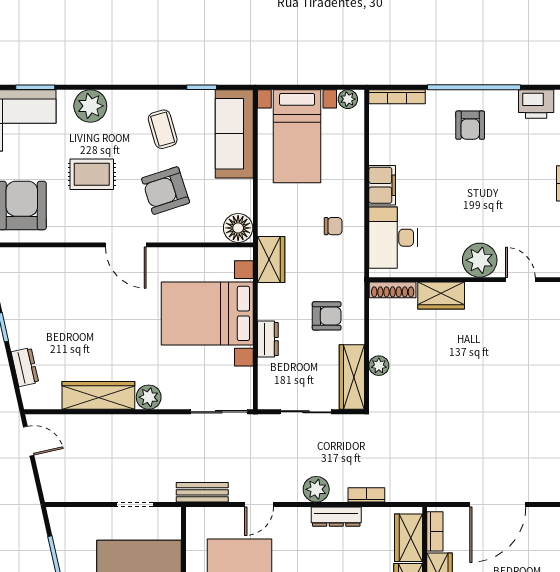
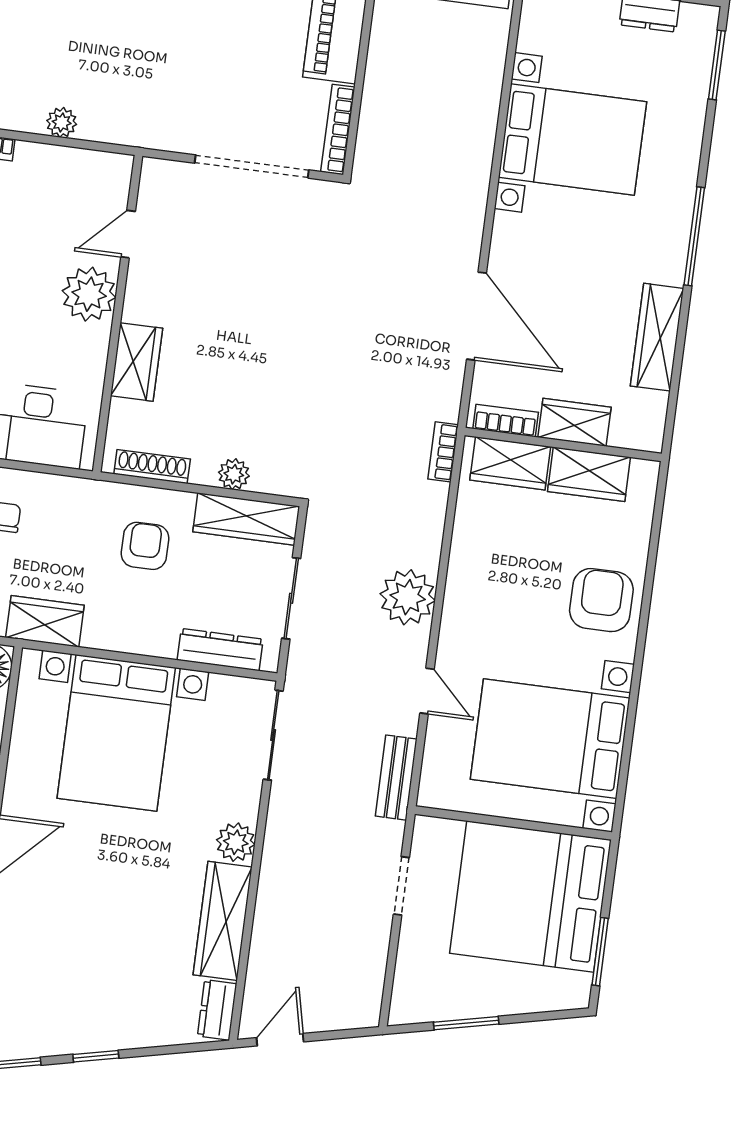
shoe rack: (393, 290) -> (152, 467), moved, turned -90
dresser: (268, 339) -> (220, 650), moved, width x1.44
dresser: (25, 367) -> (217, 1010), moved, turned -77
plant: (316, 489) -> (408, 597), width x1.36, depth x1.36
bookcase: (366, 495) -> (443, 452), moved
dresser: (336, 517) -> (462, 572), removed

